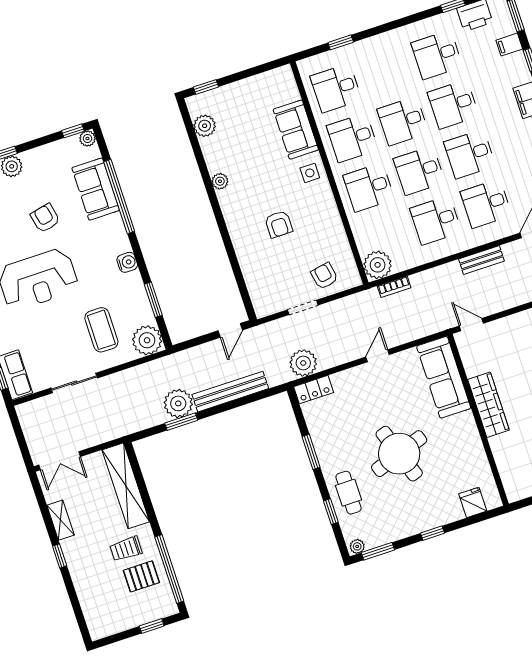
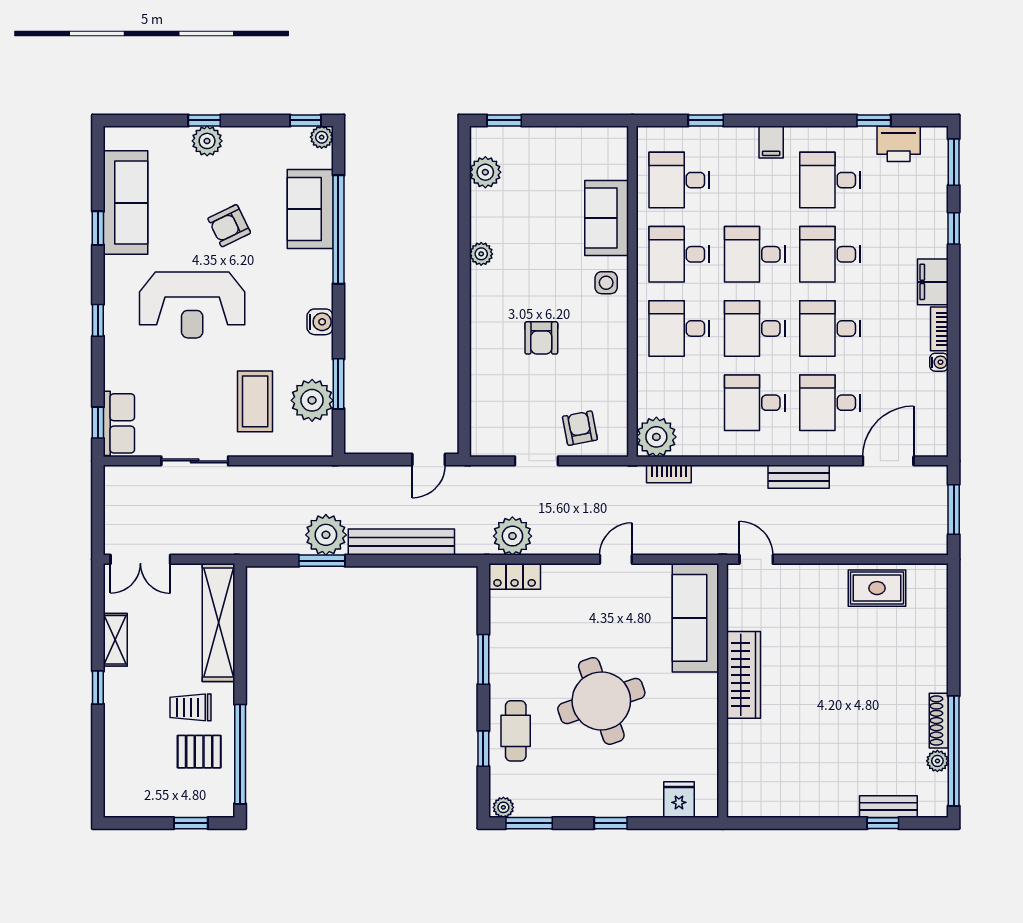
filing cabinet: (509, 45) -> (771, 142), moved, turned -90
armchair: (45, 218) -> (229, 226), turned -104
plant: (147, 340) -> (312, 400), moved

